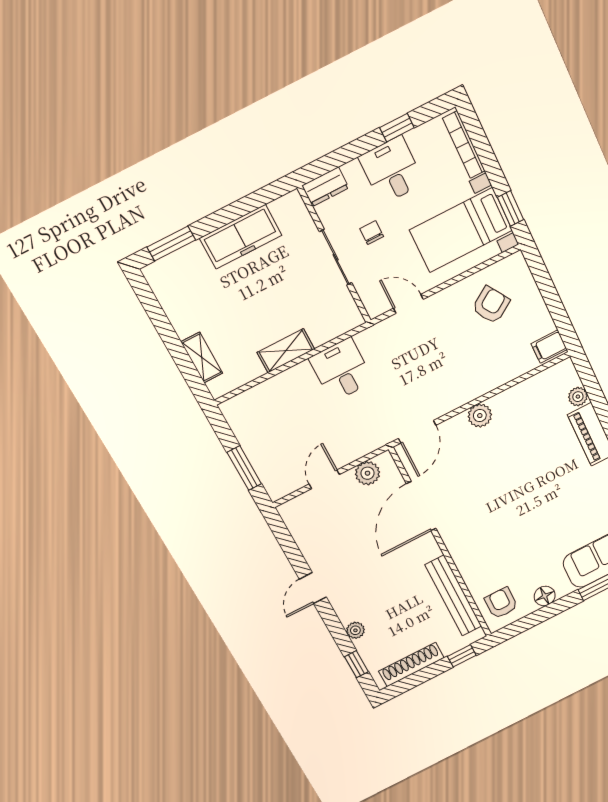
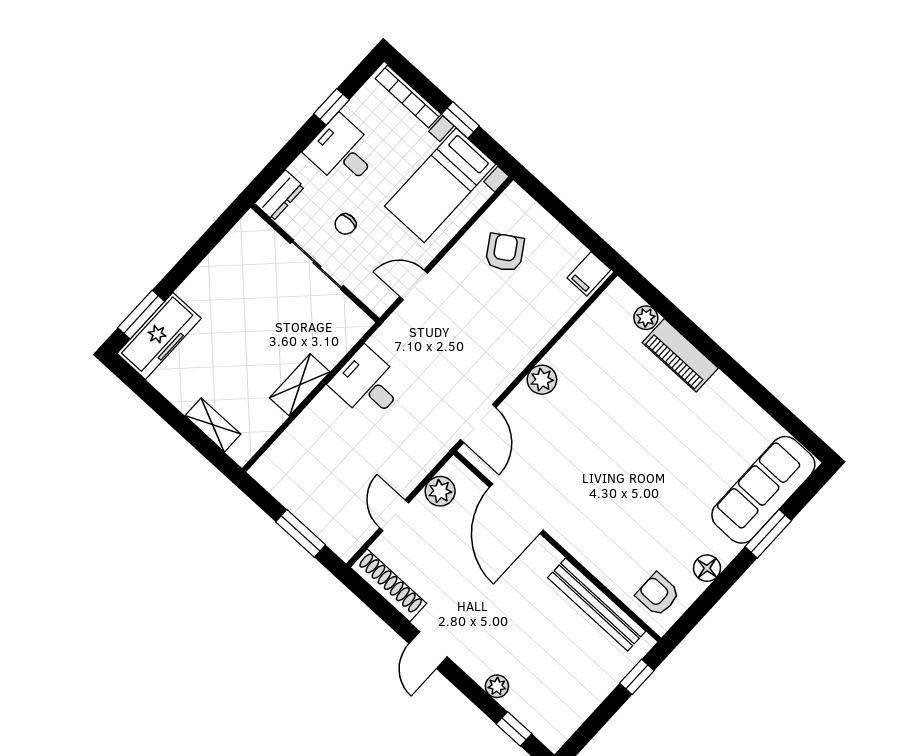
window: (510, 208) -> (460, 120), moved
chair: (372, 233) -> (345, 224), turned -90
freezer: (241, 237) -> (159, 336), moved
shoe rack: (411, 665) -> (388, 585), moved, turned 90

